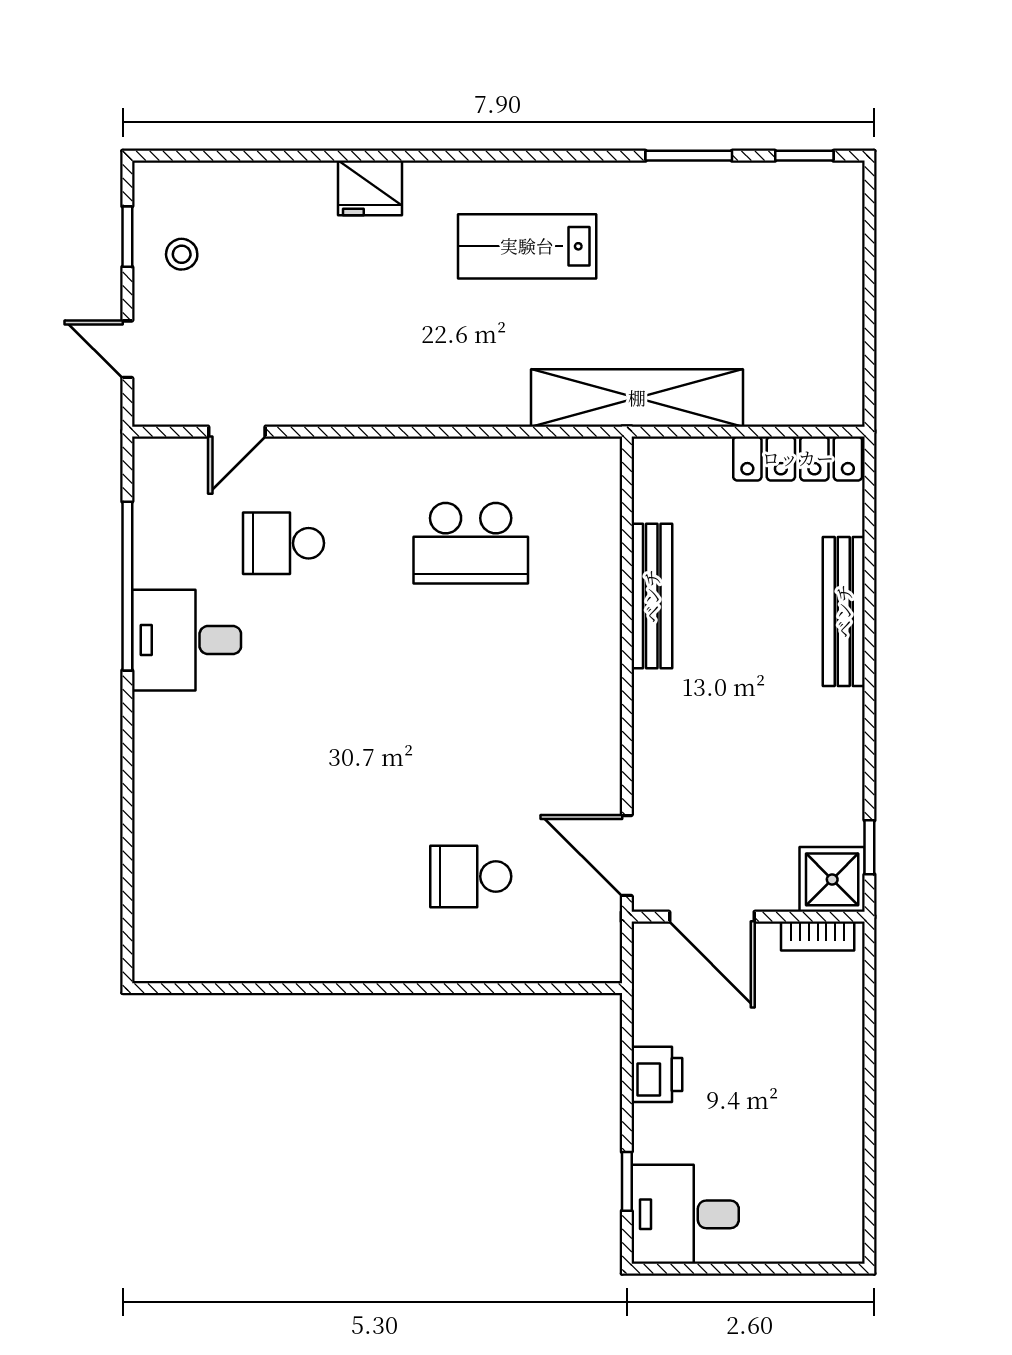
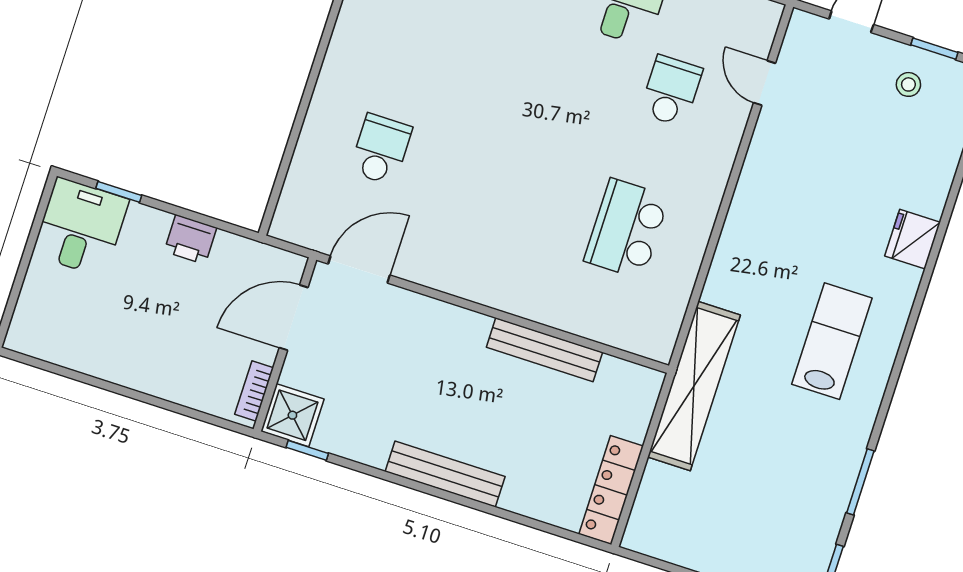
bench: (844, 611) -> (445, 474), moved

